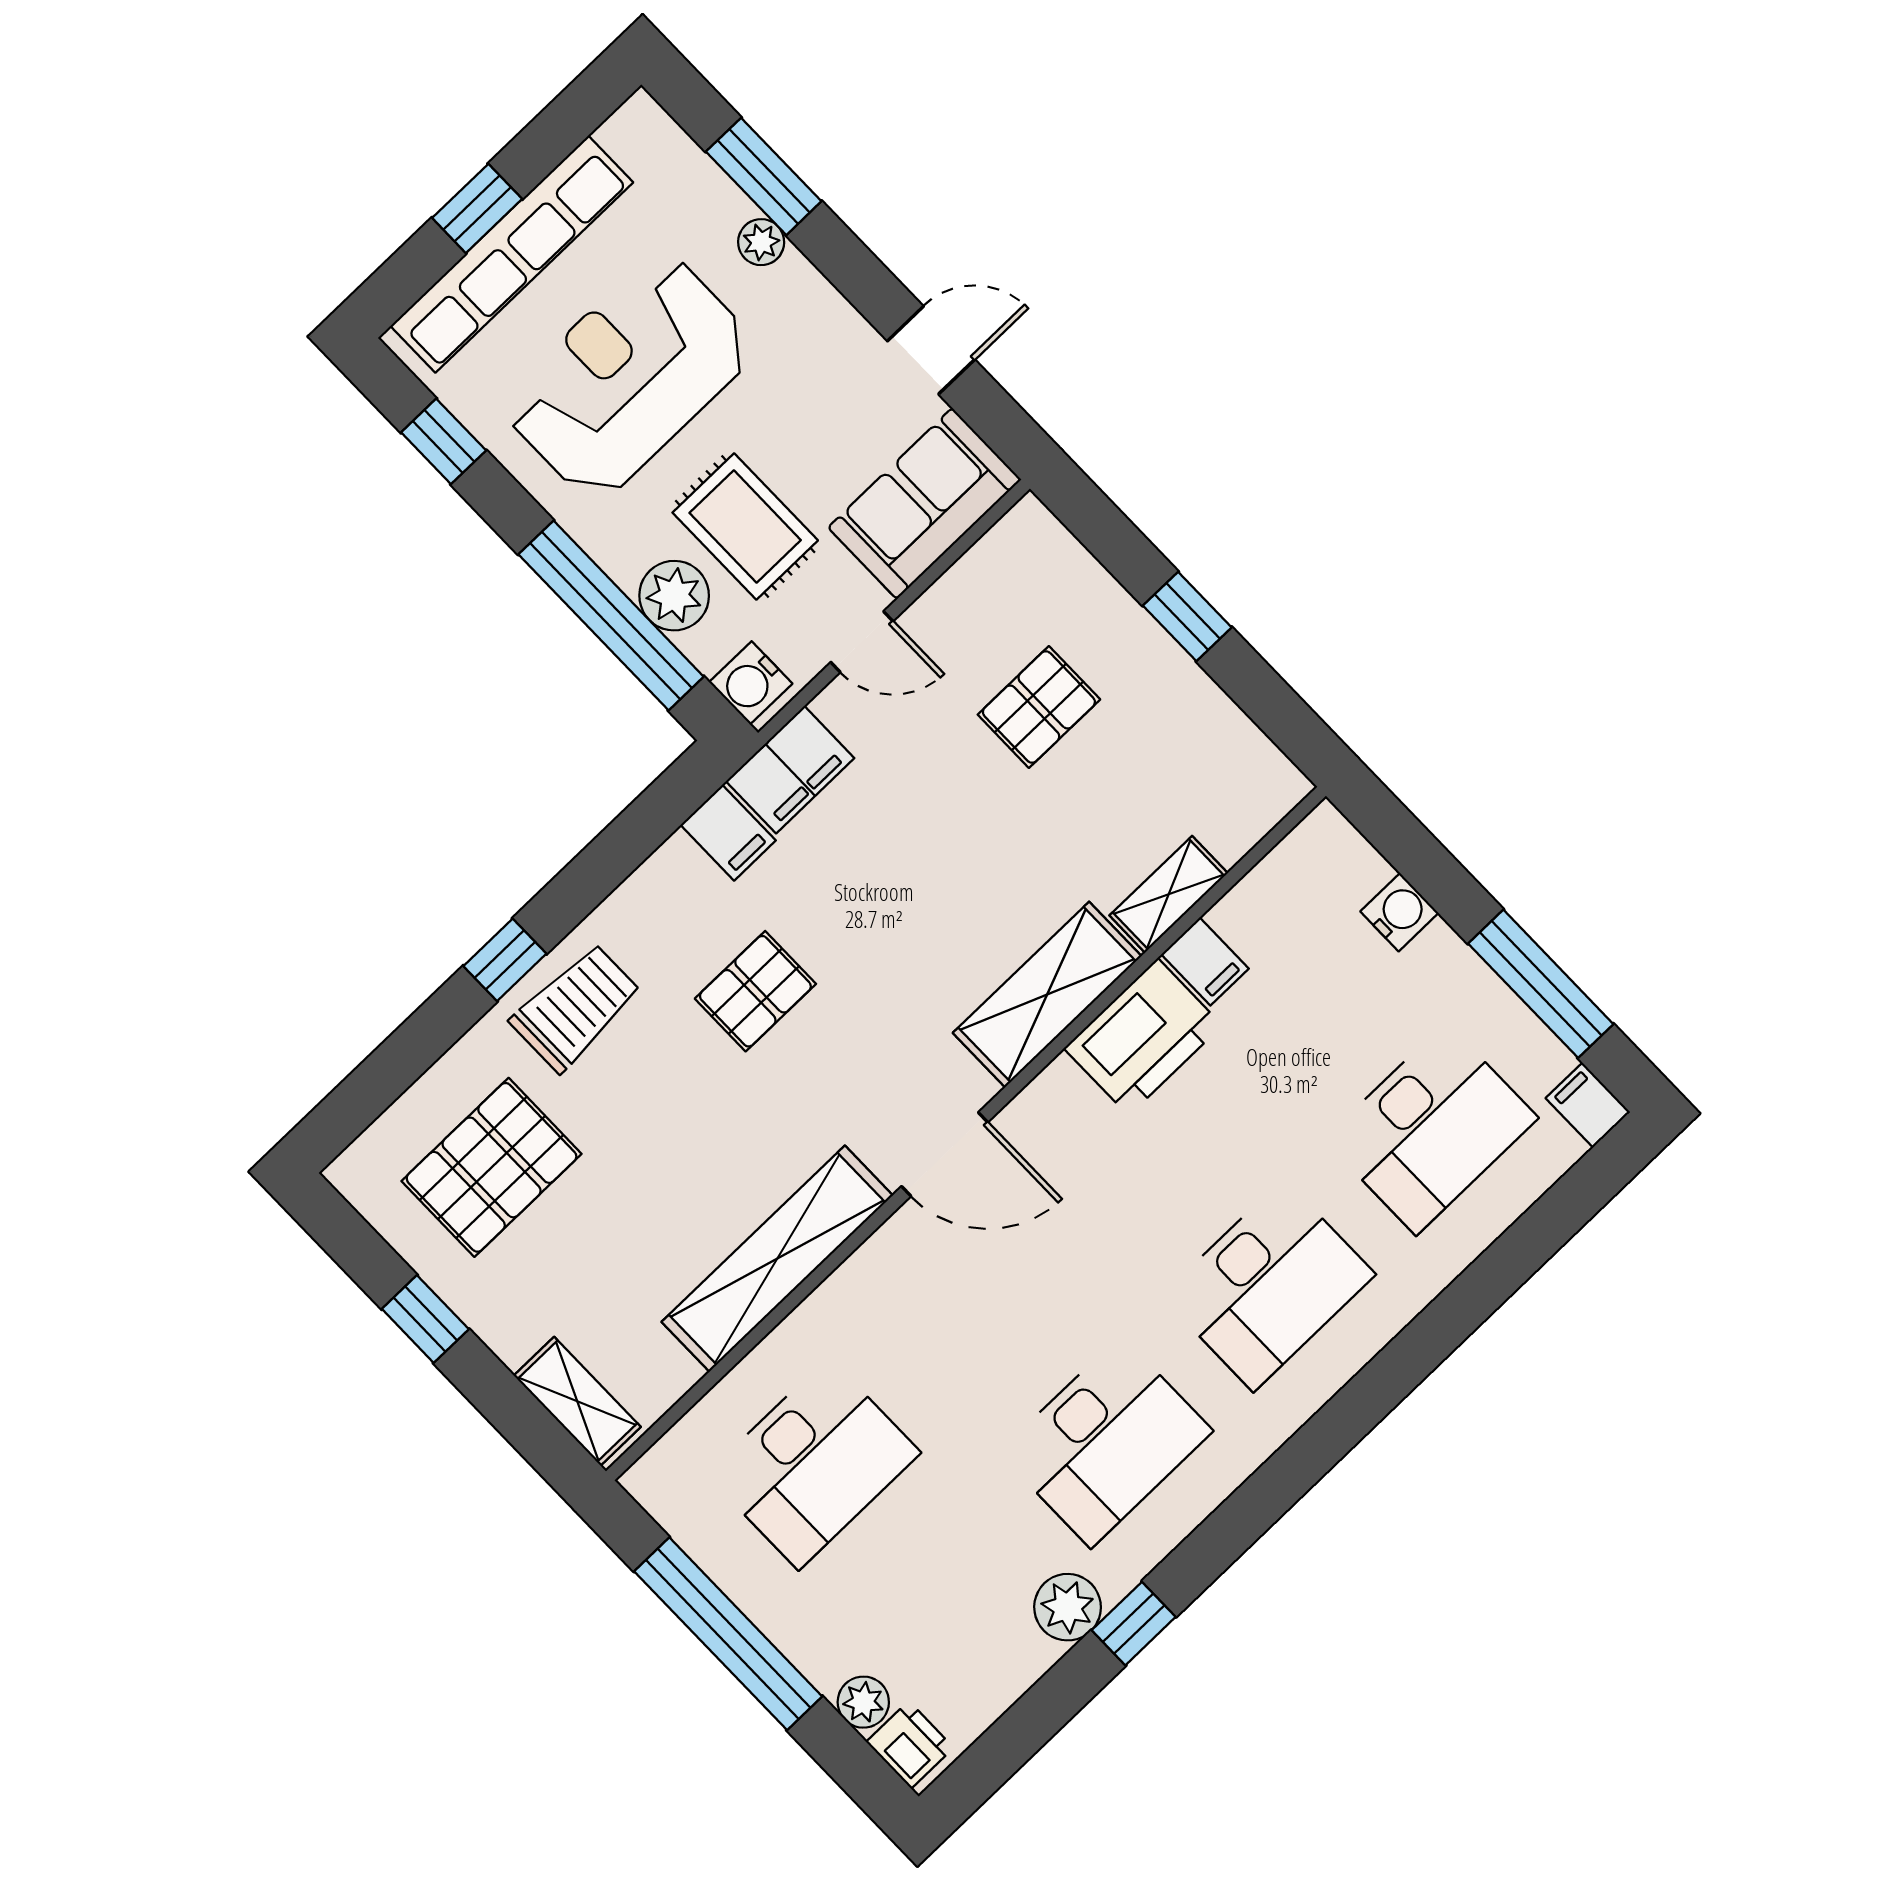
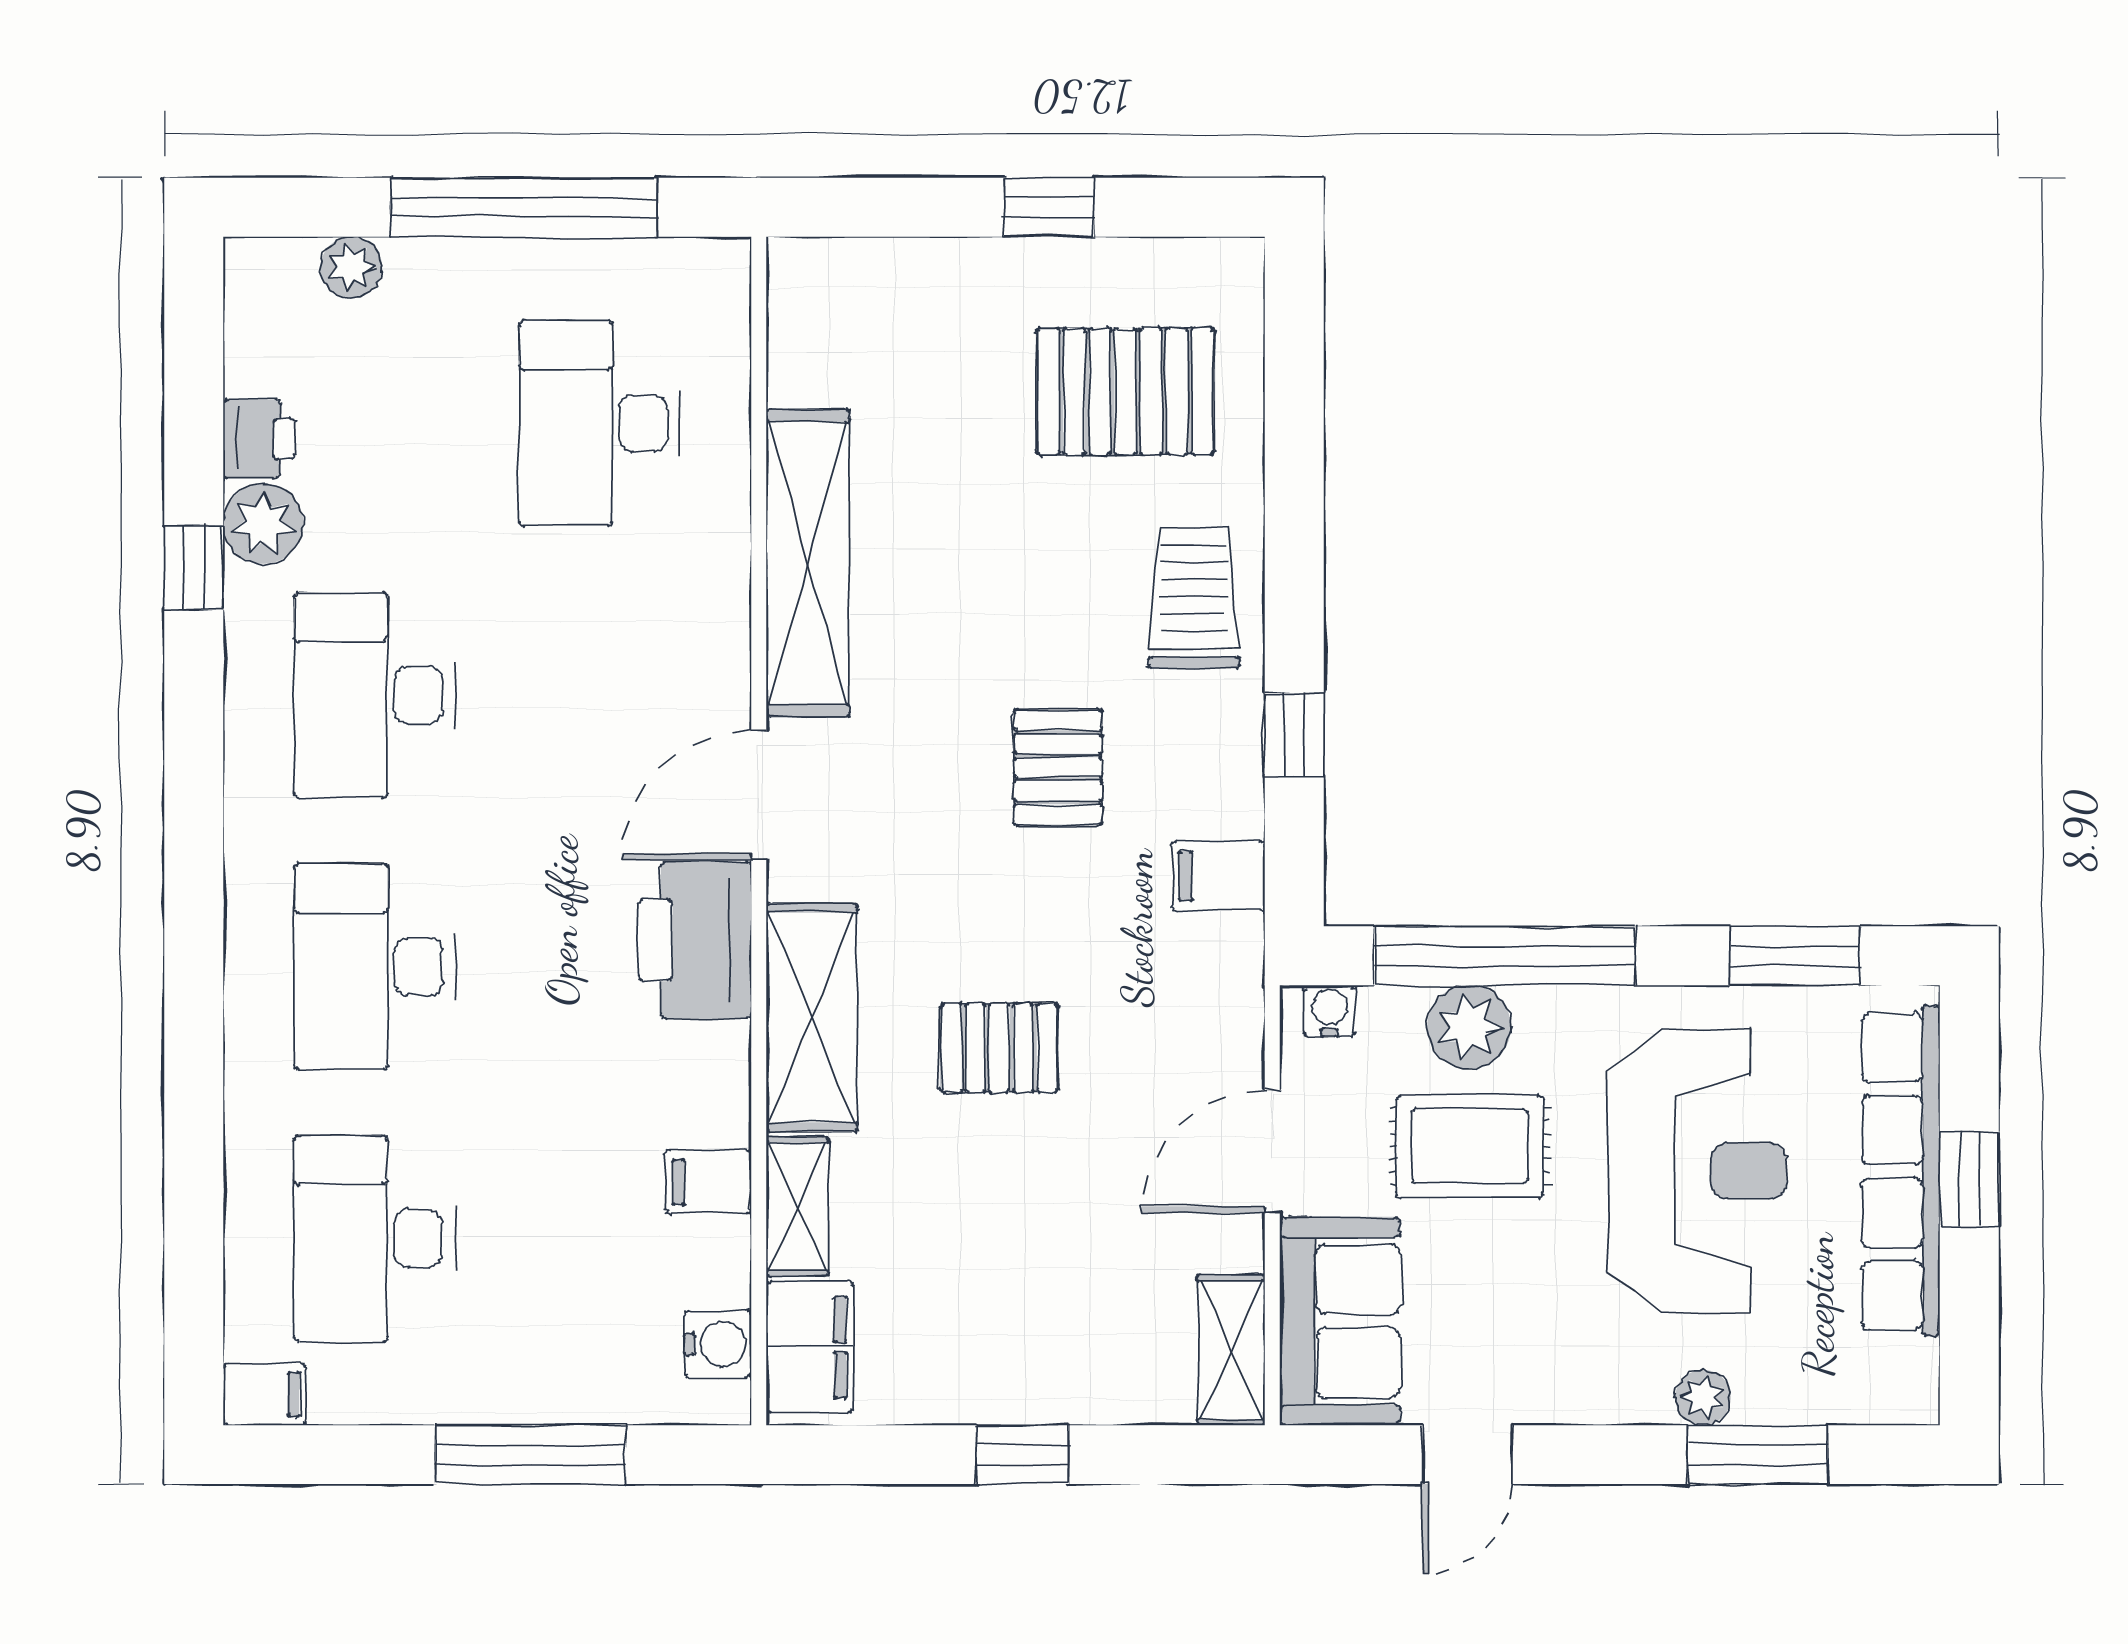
window: (444, 441) -> (1795, 956), width x1.50
door: (862, 642) -> (1272, 1151), width x1.38
water cooler: (751, 683) -> (1329, 1011), width x0.72, depth x0.72
pallet: (1039, 707) -> (999, 1048), moved, turned 90
filing cabinet: (790, 770) -> (810, 1347), moved, turned 180
water cooler: (1399, 912) -> (718, 1344), moved, turned -90
window: (505, 960) -> (1294, 735), moved
window: (1541, 984) -> (530, 1455), moved
trolley: (576, 1008) -> (1194, 598), turned 180
printer: (1143, 1037) -> (695, 940), moved
pallet: (492, 1167) -> (1125, 391), turned 90
shelving: (577, 1401) -> (1231, 1350), moved, turned 90
printer: (910, 1745) -> (259, 439), moved, turned -90

